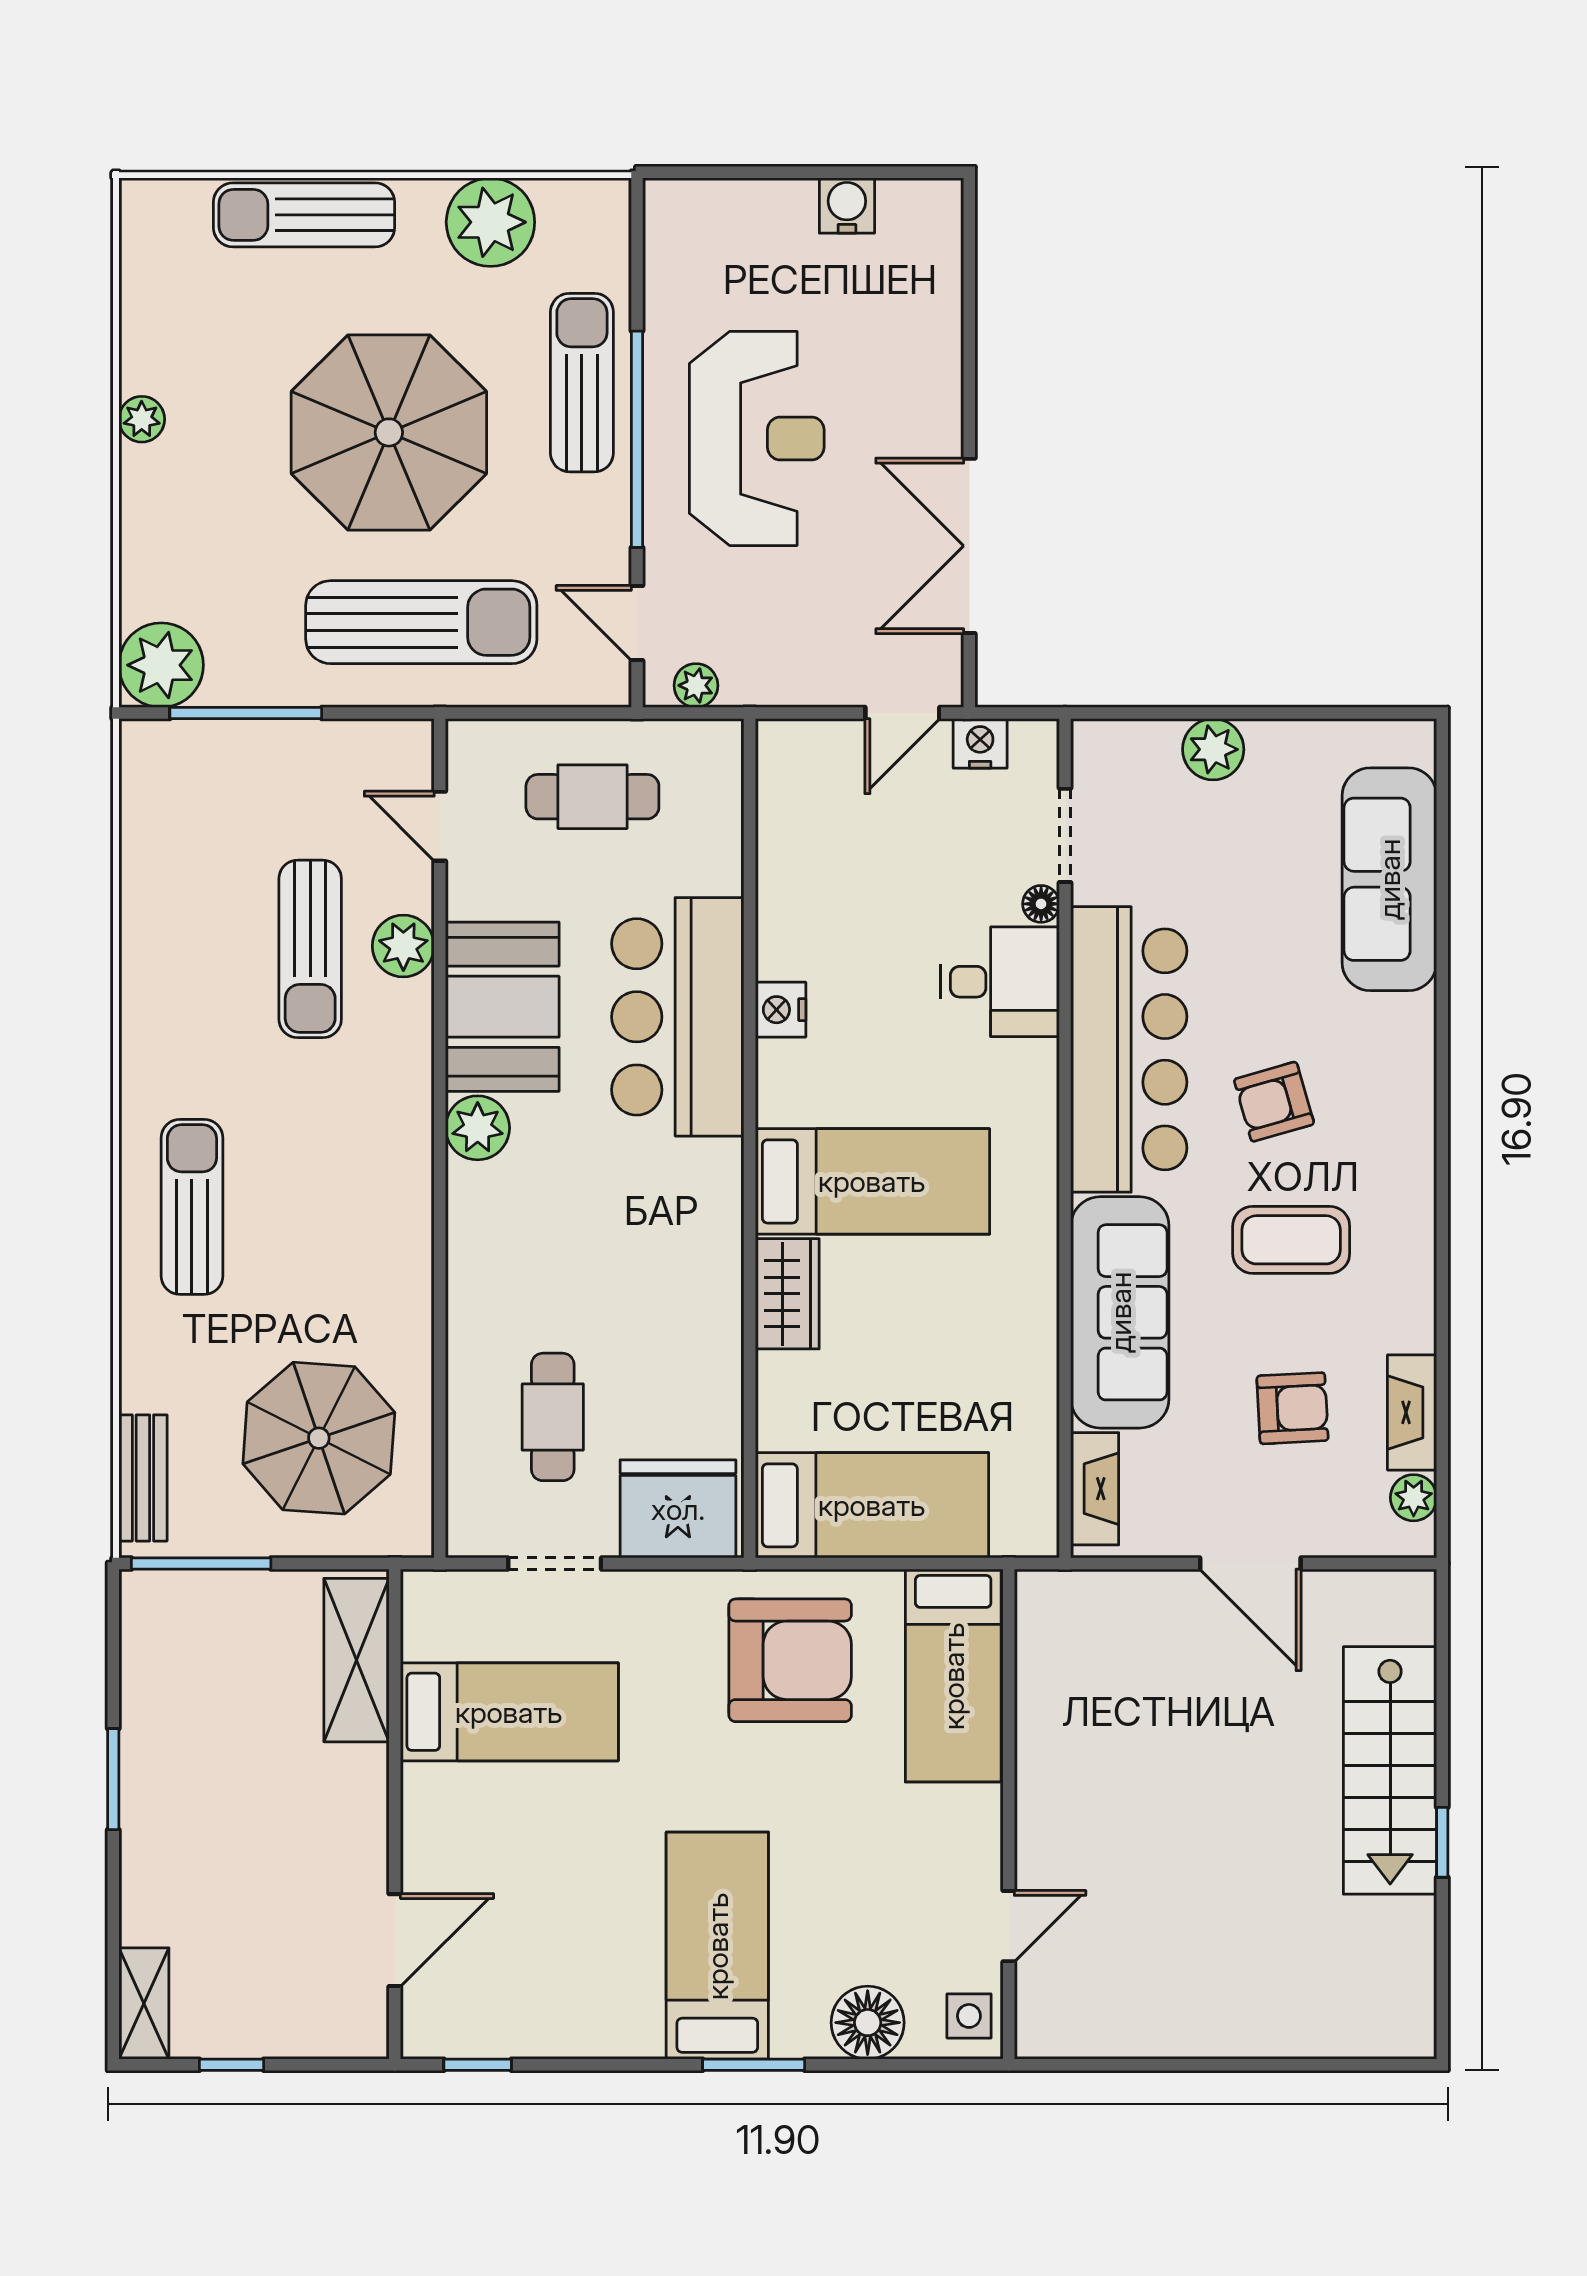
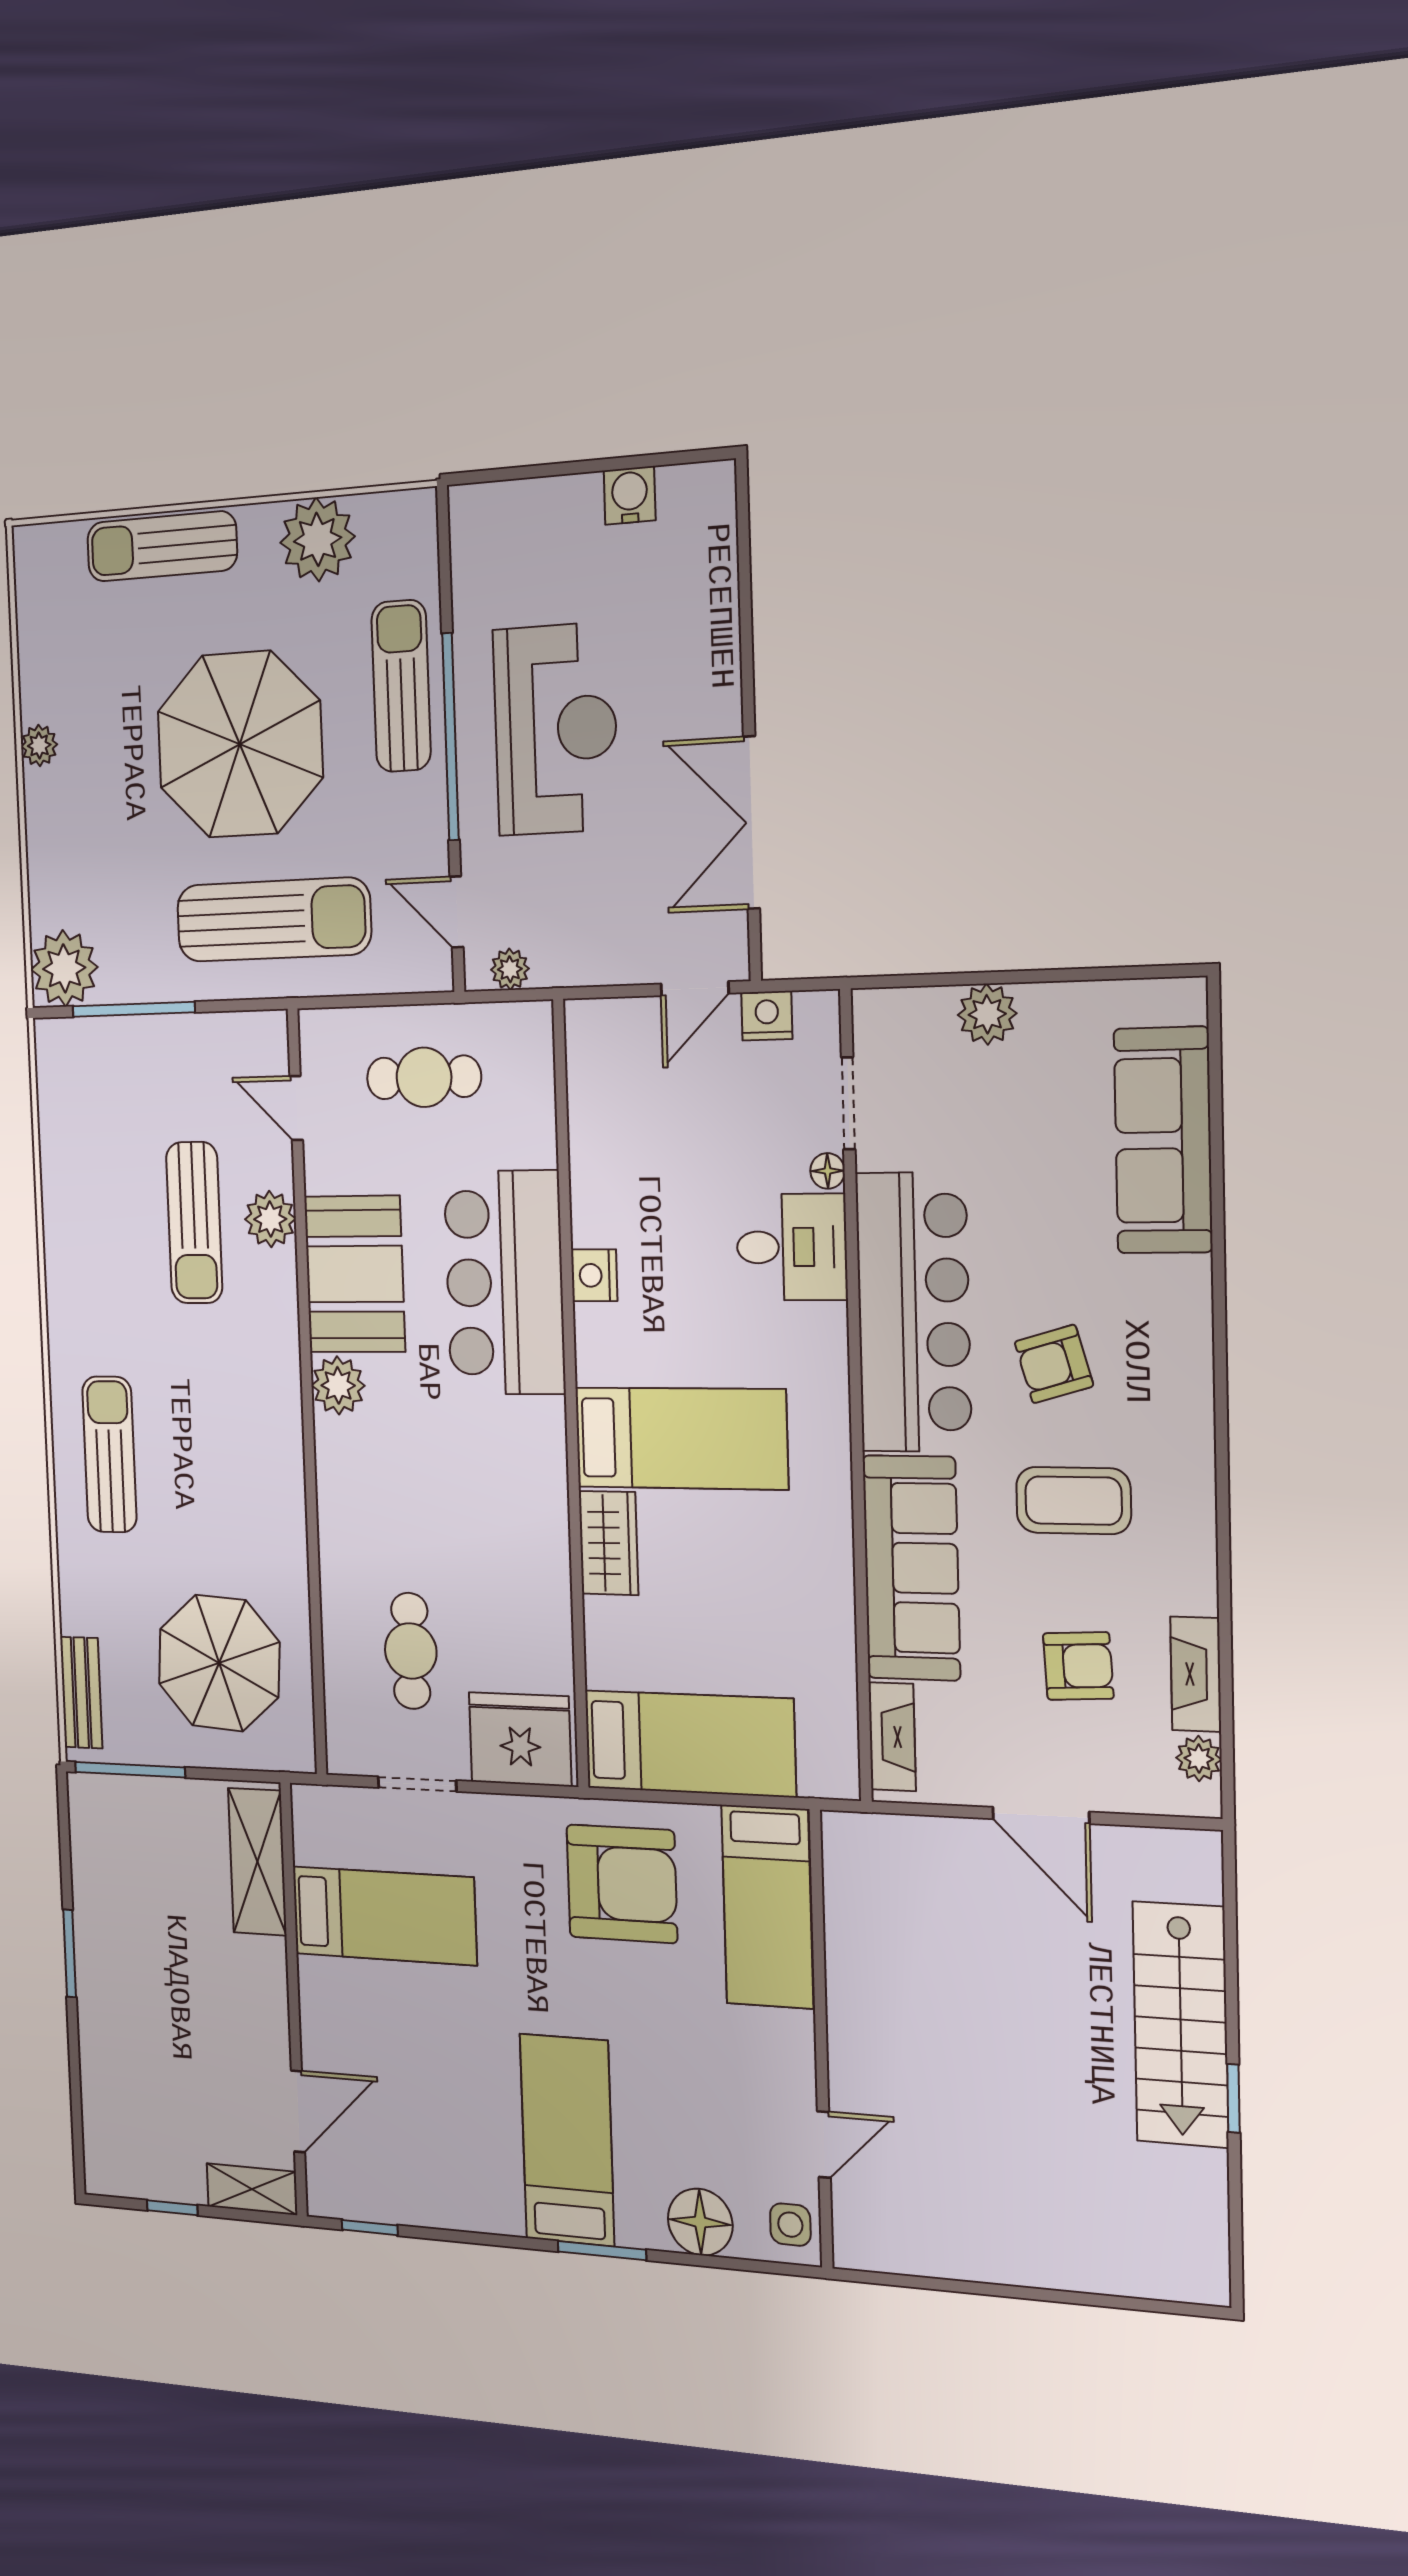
shelving: (144, 2003) -> (252, 2189), moved, turned 90

